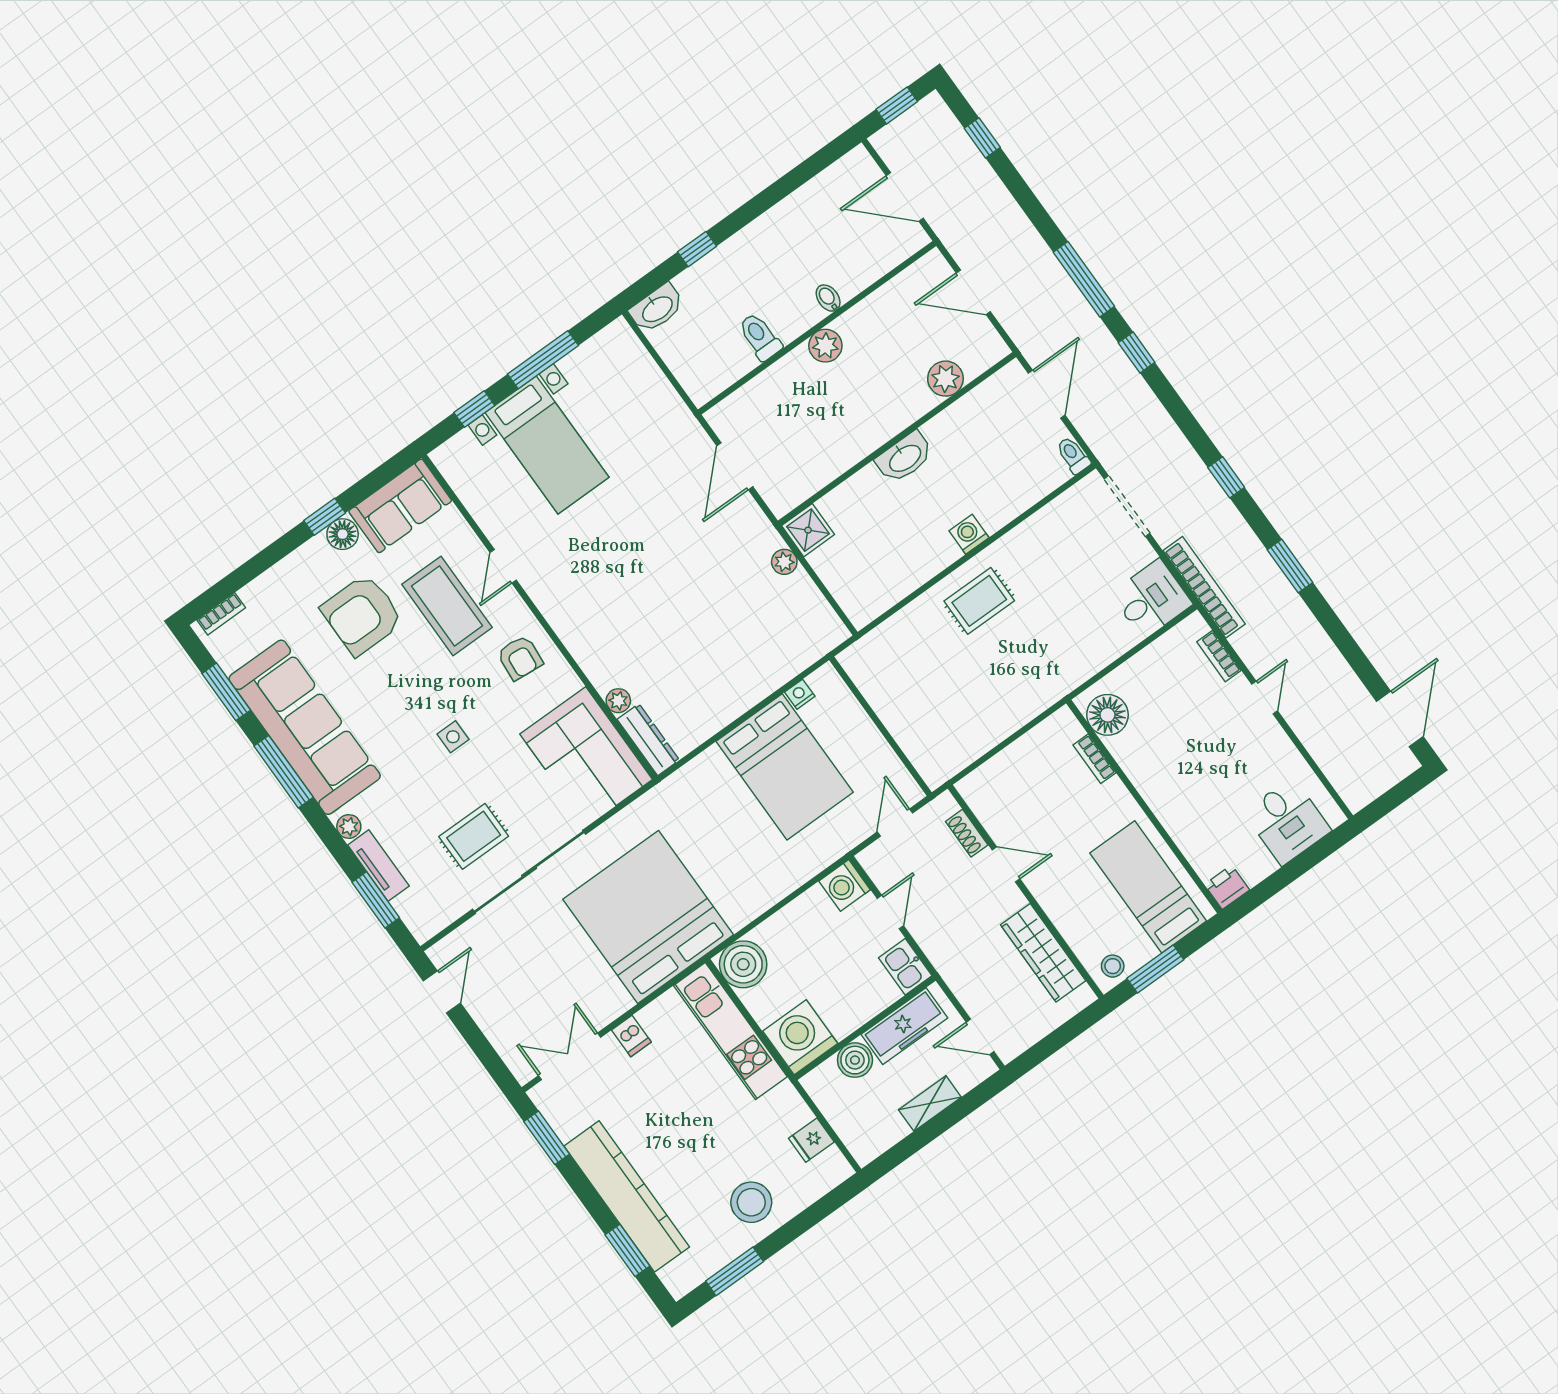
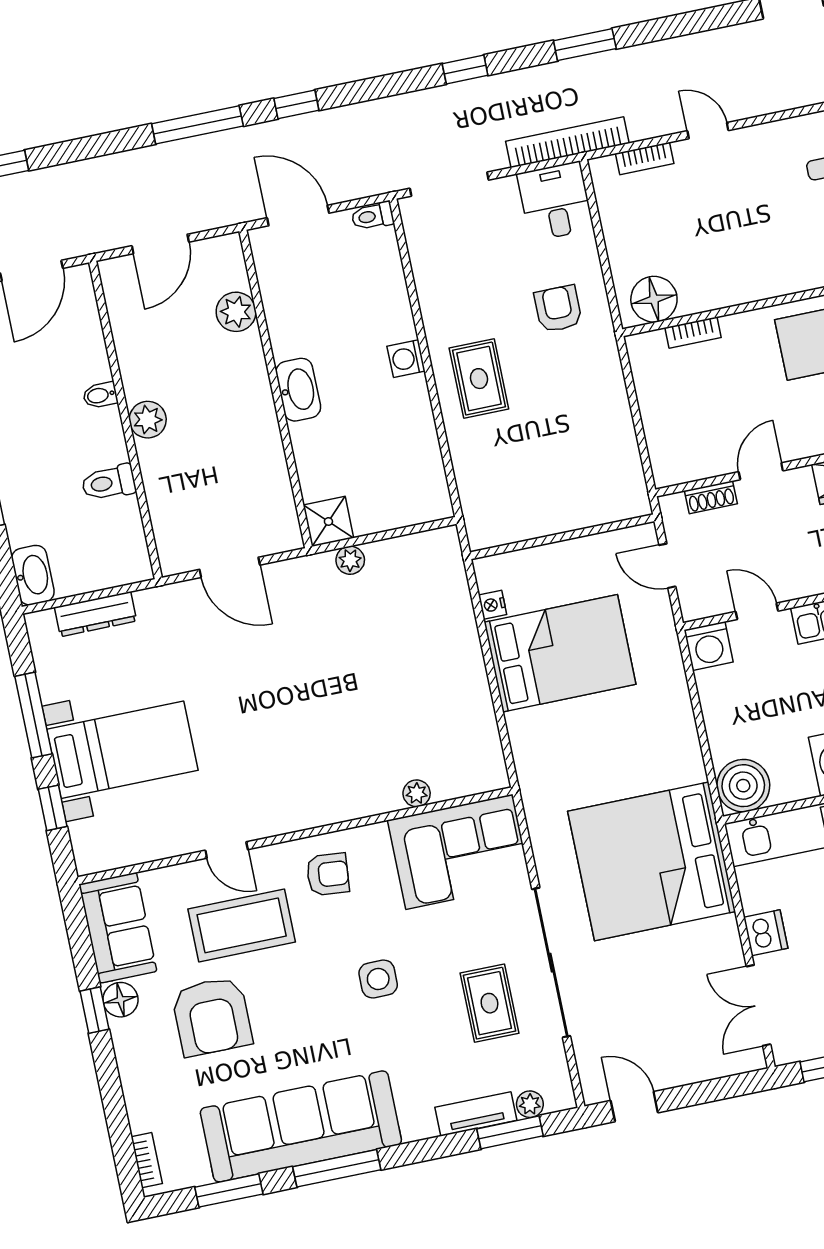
armchair: (1065, 640) -> (558, 309), added
side table: (453, 737) -> (378, 979), width x1.37, depth x1.37
dresser: (648, 740) -> (96, 614), moved, turned 180
plant: (349, 827) -> (530, 1104), moved
dishwasher: (631, 1036) -> (766, 933), width x1.38

